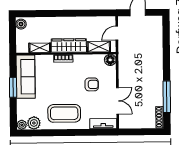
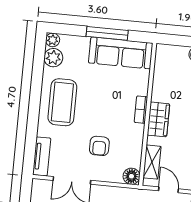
wardrobe: (69, 46) -> (158, 119), width x0.67
shelving: (40, 48) -> (160, 78), removed
window: (13, 87) -> (107, 33), width x1.44

